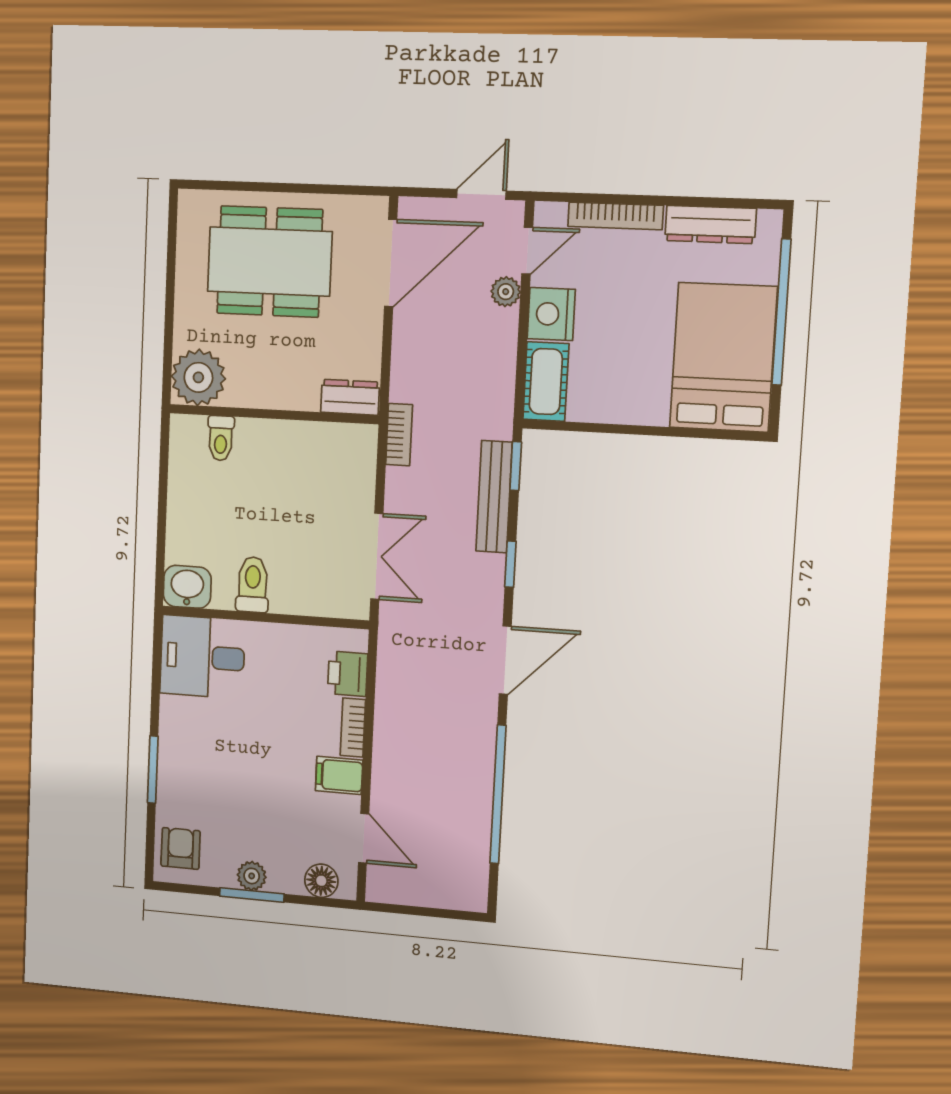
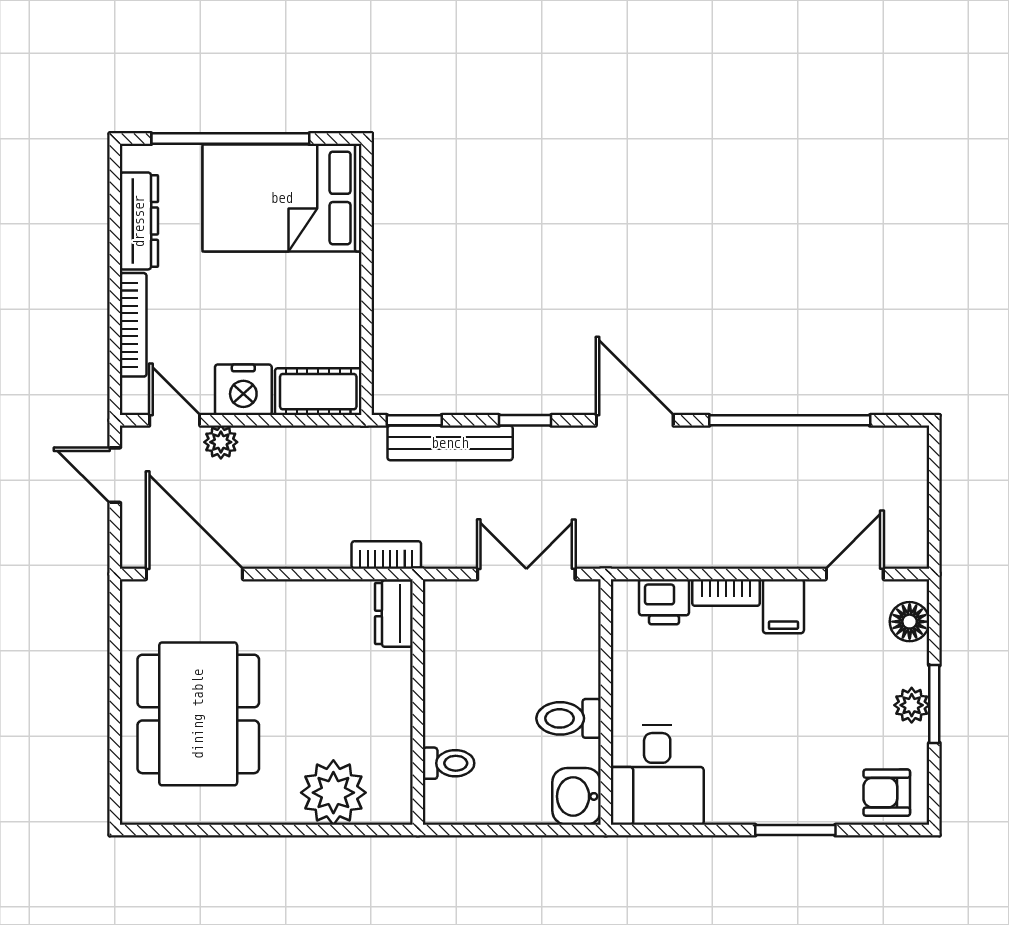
dresser: (350, 397) -> (394, 613), moved
wall: (273, 414) -> (418, 702), moved
toilet: (221, 438) -> (449, 763), moved

